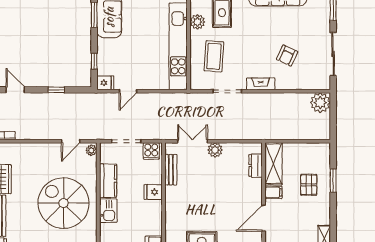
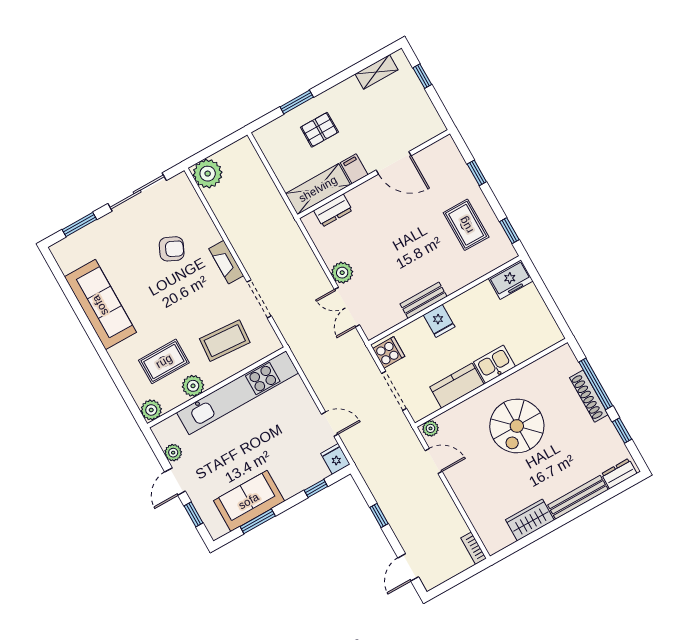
bench: (171, 170) -> (423, 300), moved
spiral stairs: (64, 203) -> (517, 426), width x0.73, depth x0.73

